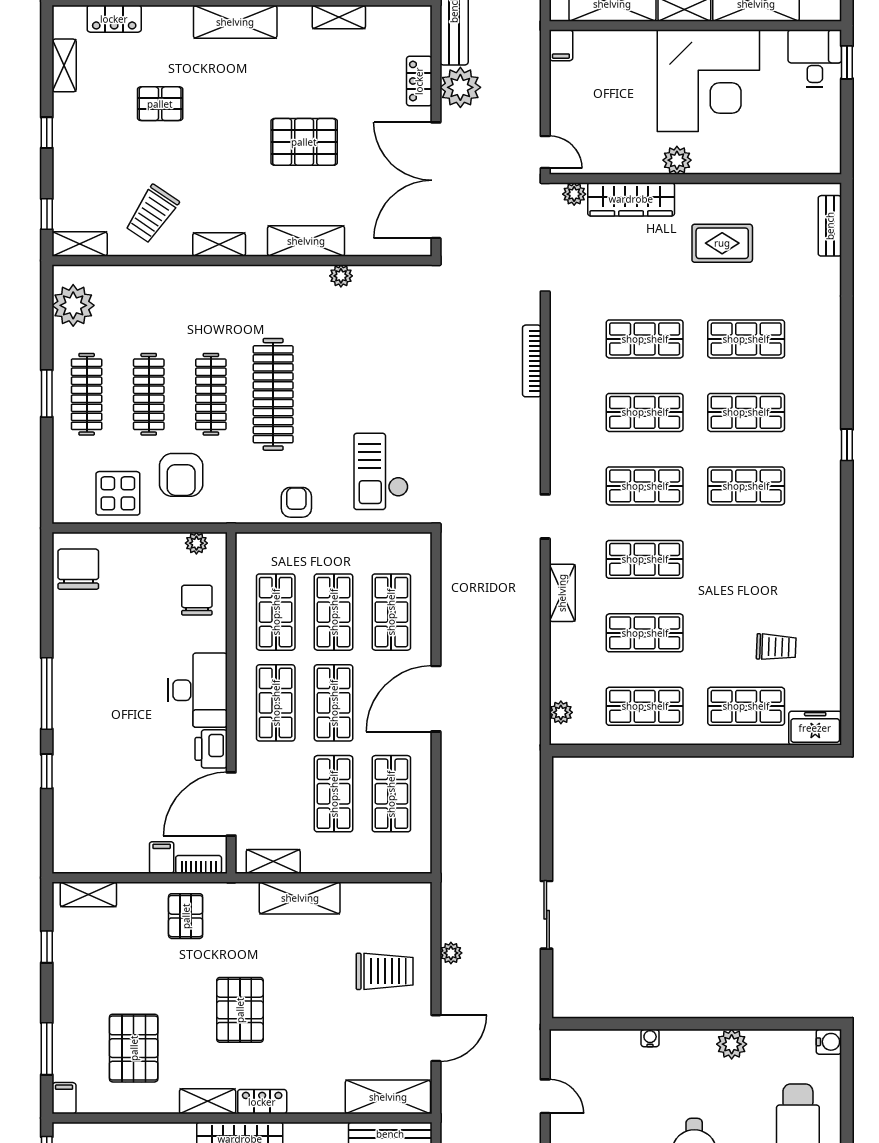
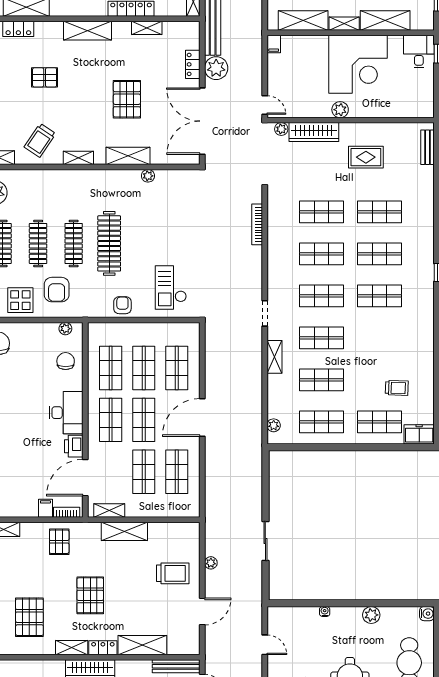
pallet: (304, 142) -> (127, 99), turned 90
shelving: (388, 1097) -> (142, 645), moved

